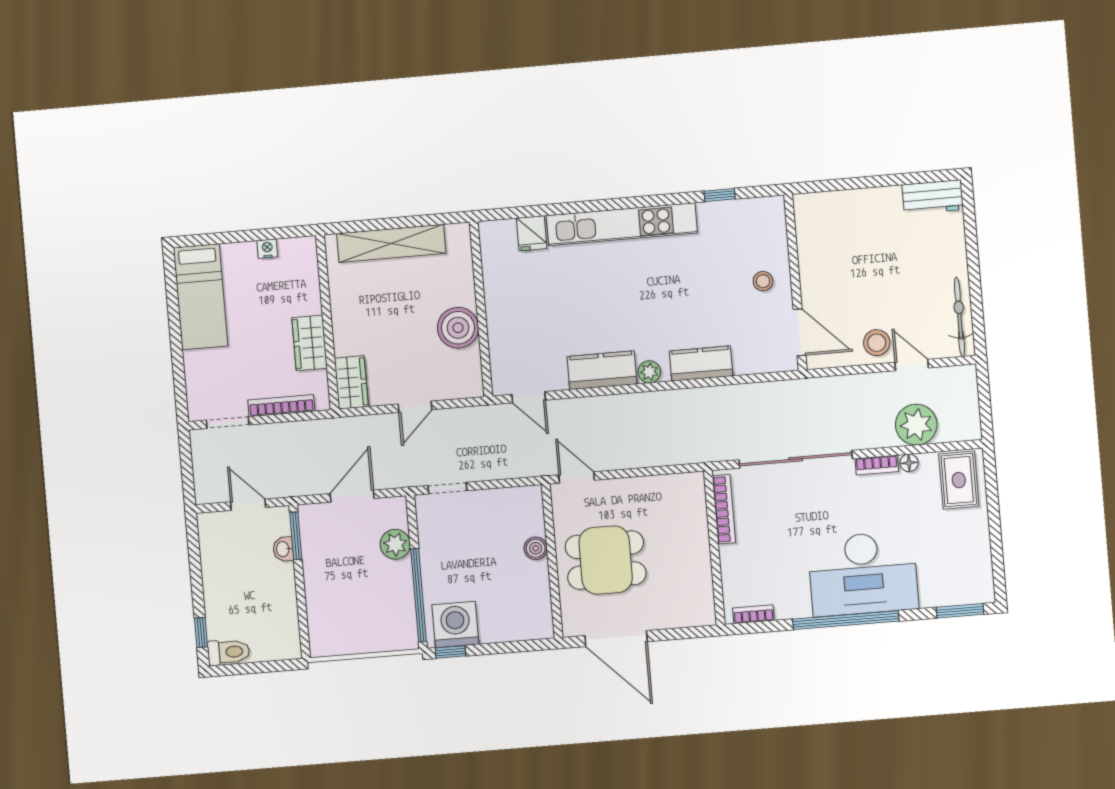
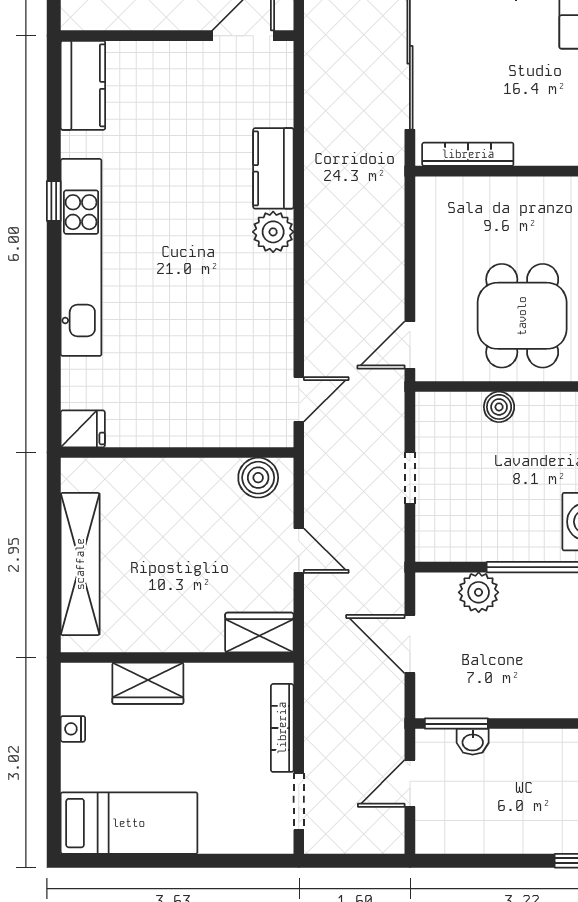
window: (720, 195) -> (54, 201), moved
fridge: (532, 233) -> (83, 429), moved
stool: (763, 281) -> (172, 78), removed
boiler: (458, 328) -> (258, 478), moved, width x0.73, depth x0.73
wardrobe: (310, 343) -> (148, 683), moved
kitchen counter: (602, 370) -> (83, 85), moved, turned 180
plant: (649, 372) -> (273, 232), width x1.38, depth x1.38
doorway: (447, 488) -> (410, 478), moved

